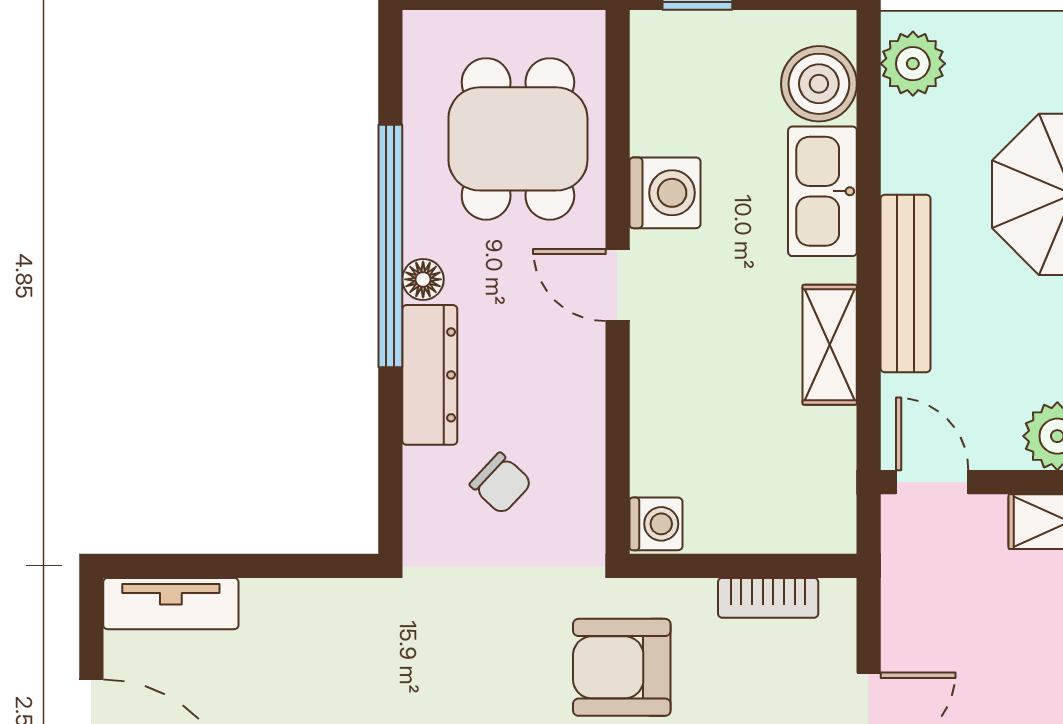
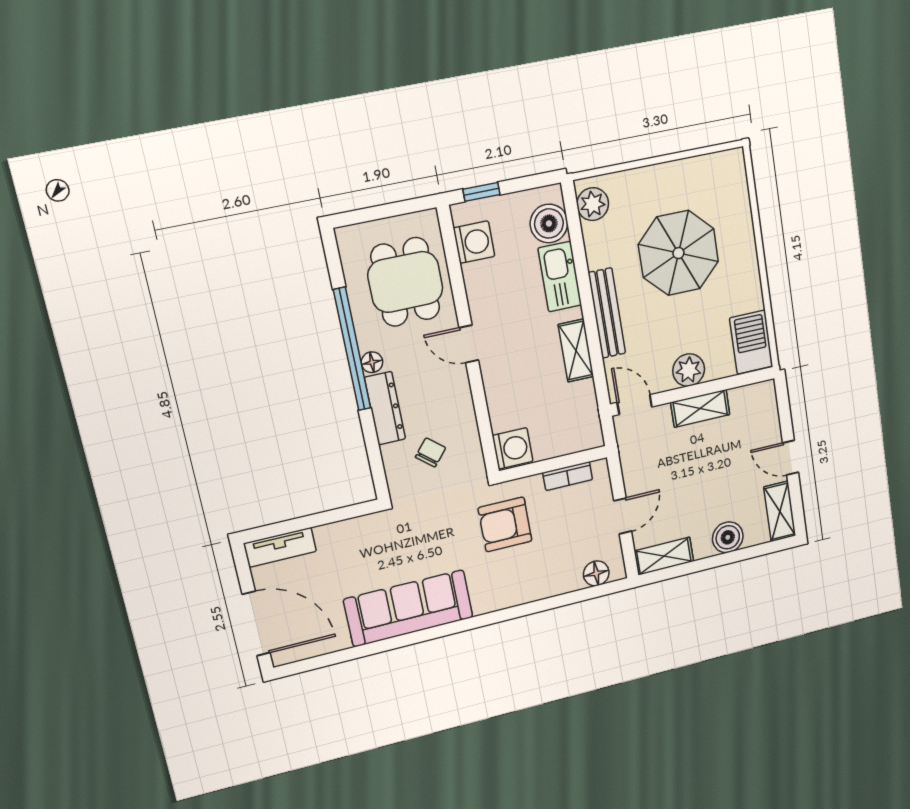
washing machine: (665, 193) -> (474, 242), moved
chair: (501, 483) -> (431, 452), turned -93
washing machine: (656, 524) -> (513, 448), width x1.38, depth x1.38

